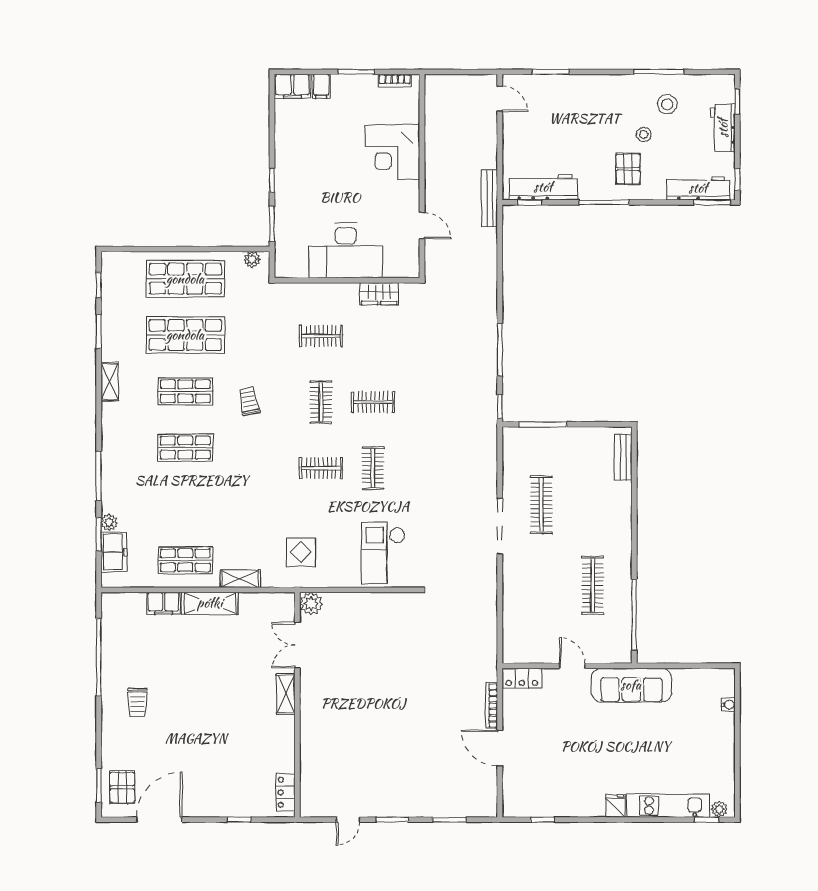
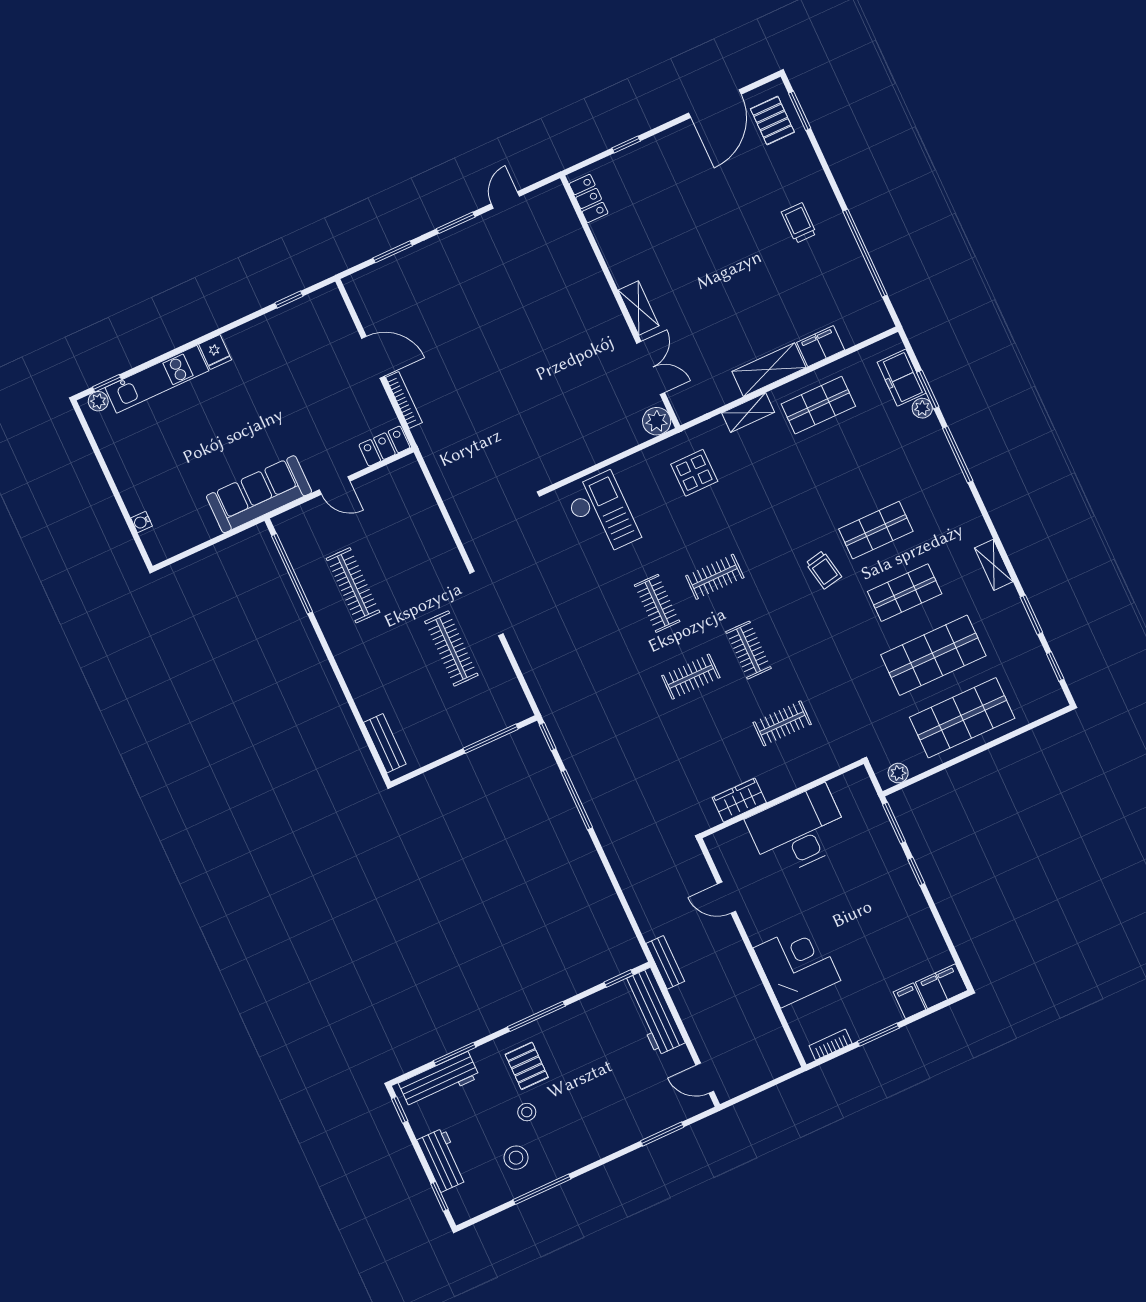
workbench: (543, 187) -> (654, 1012), moved, turned 90
bench: (490, 198) -> (665, 962), width x0.73
window: (712, 202) -> (455, 1054), moved
trolley: (249, 401) -> (824, 570), moved

